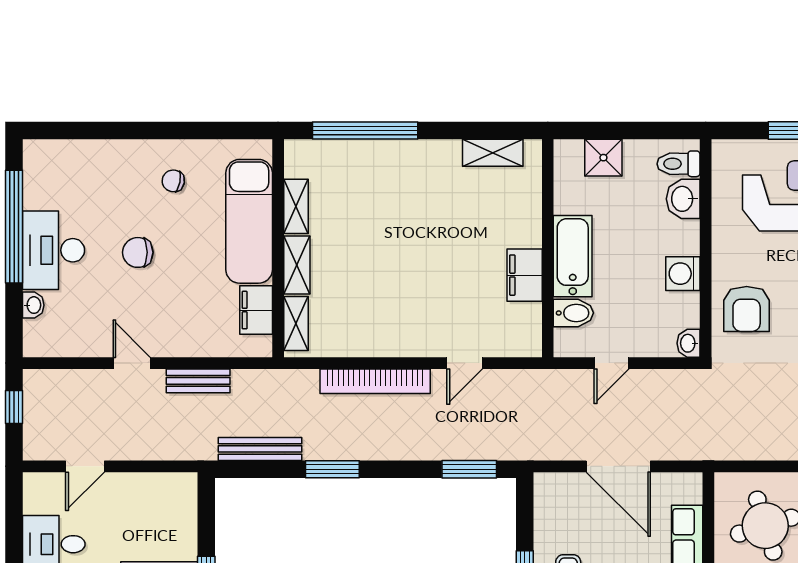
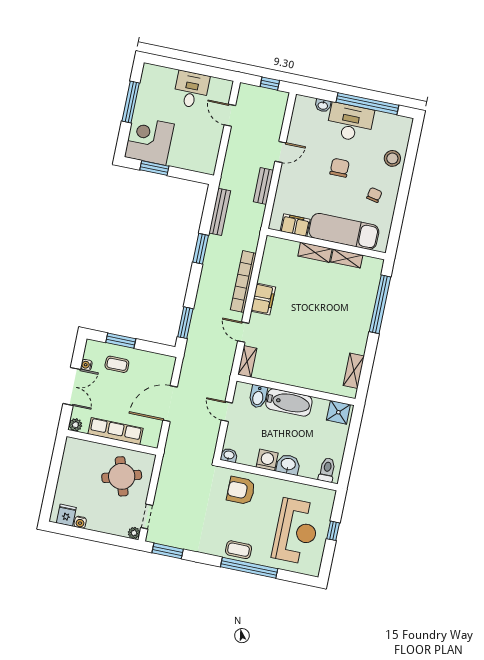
shower: (603, 158) -> (338, 412), moved
stool: (102, 162) -> (392, 158), added
washbasin: (683, 199) -> (288, 465), moved
filing cabinet: (525, 275) -> (263, 299), moved, turned 90
shelving: (296, 323) -> (247, 361), moved, turned 90

